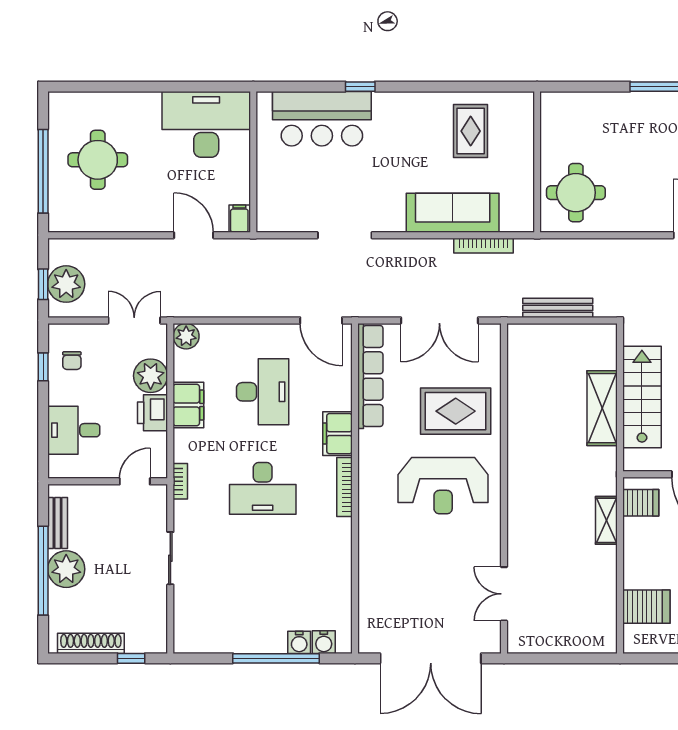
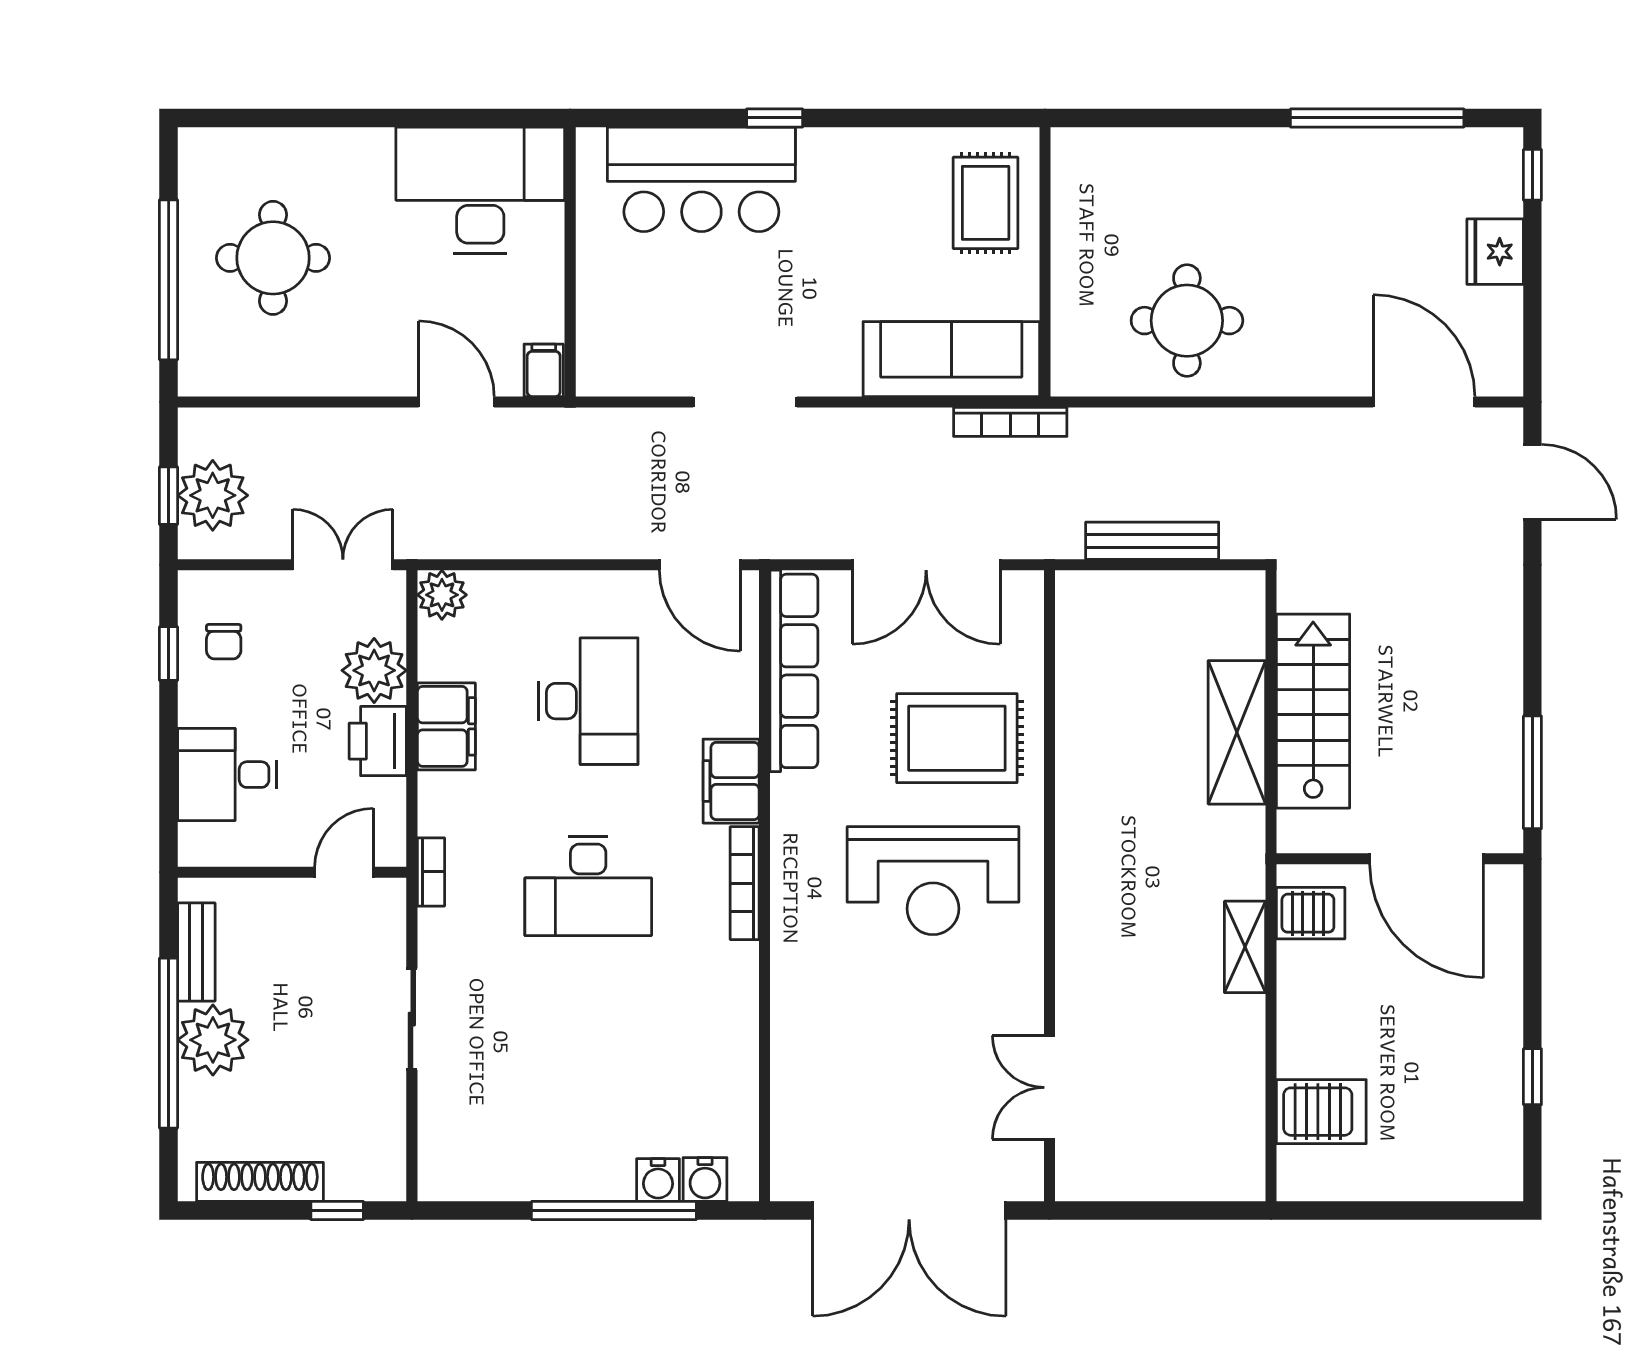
wall: (537, 162) -> (1045, 262), moved

